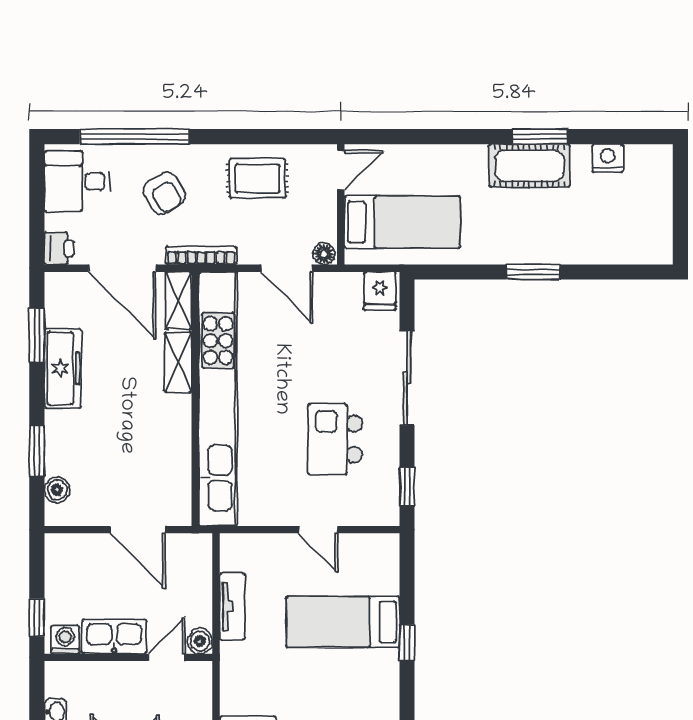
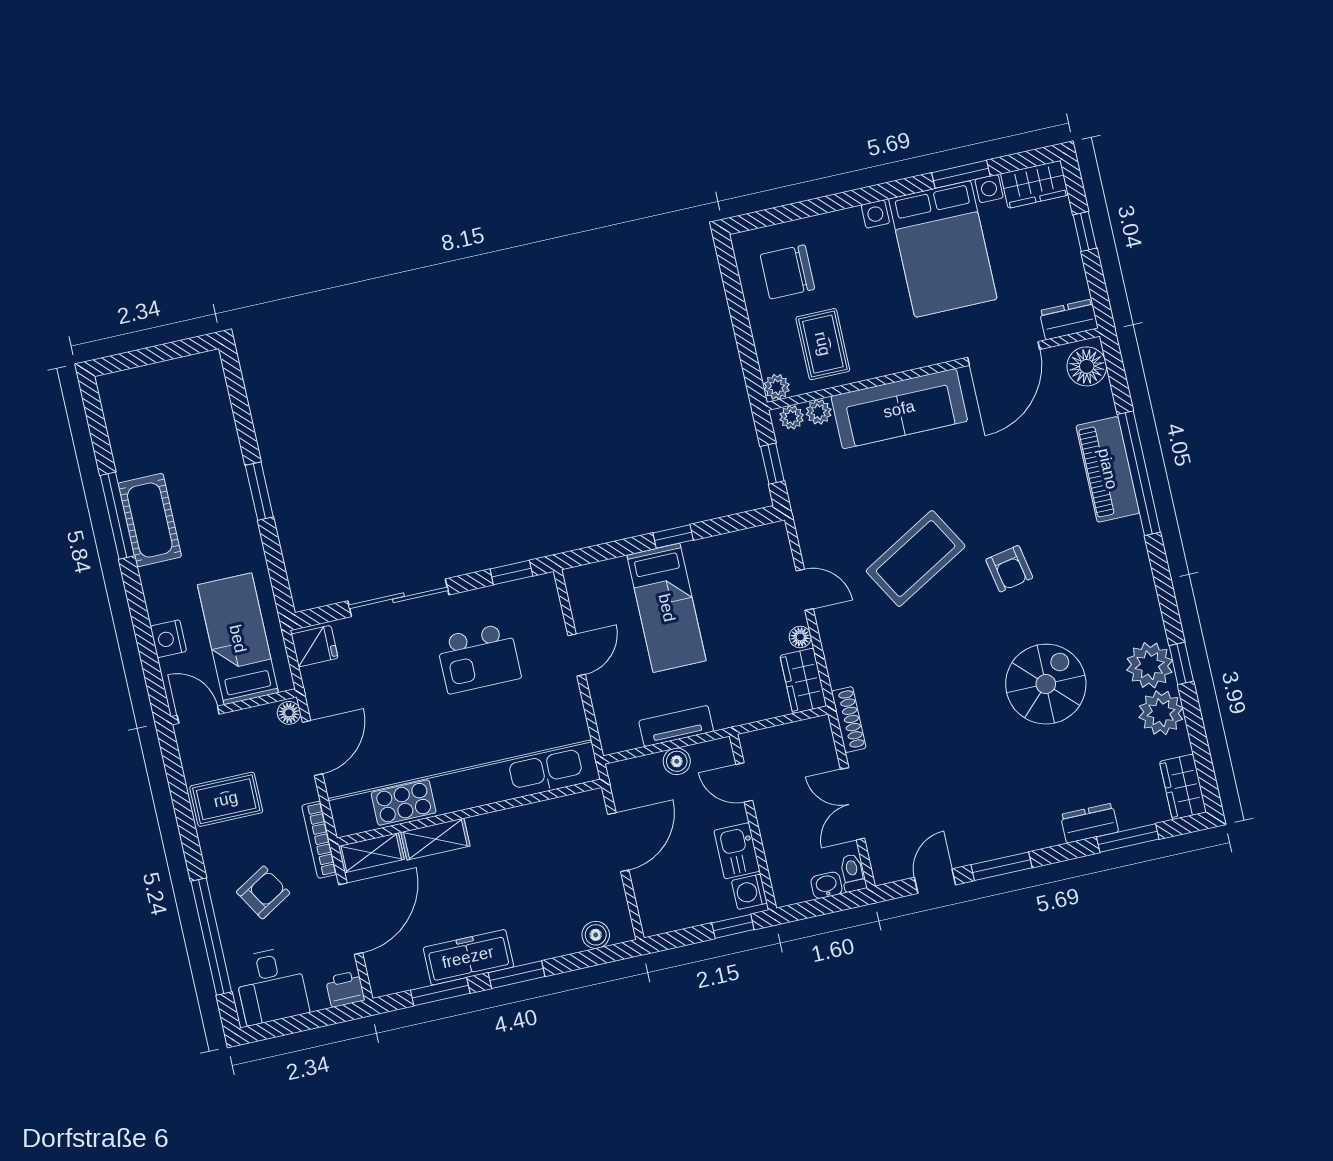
window: (540, 137) -> (117, 516), width x1.44
nightstand: (608, 158) -> (168, 639), moved
rug: (257, 178) -> (226, 799), turned 90
window: (37, 451) -> (517, 975), moved
kitchen sink: (114, 637) -> (737, 851), width x0.73
boiler: (200, 641) -> (677, 761), moved

